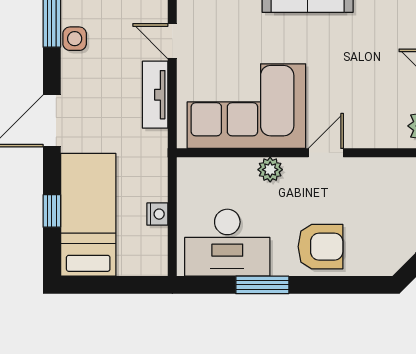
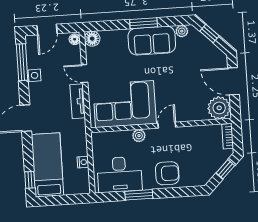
window: (52, 211) -> (30, 180), moved

